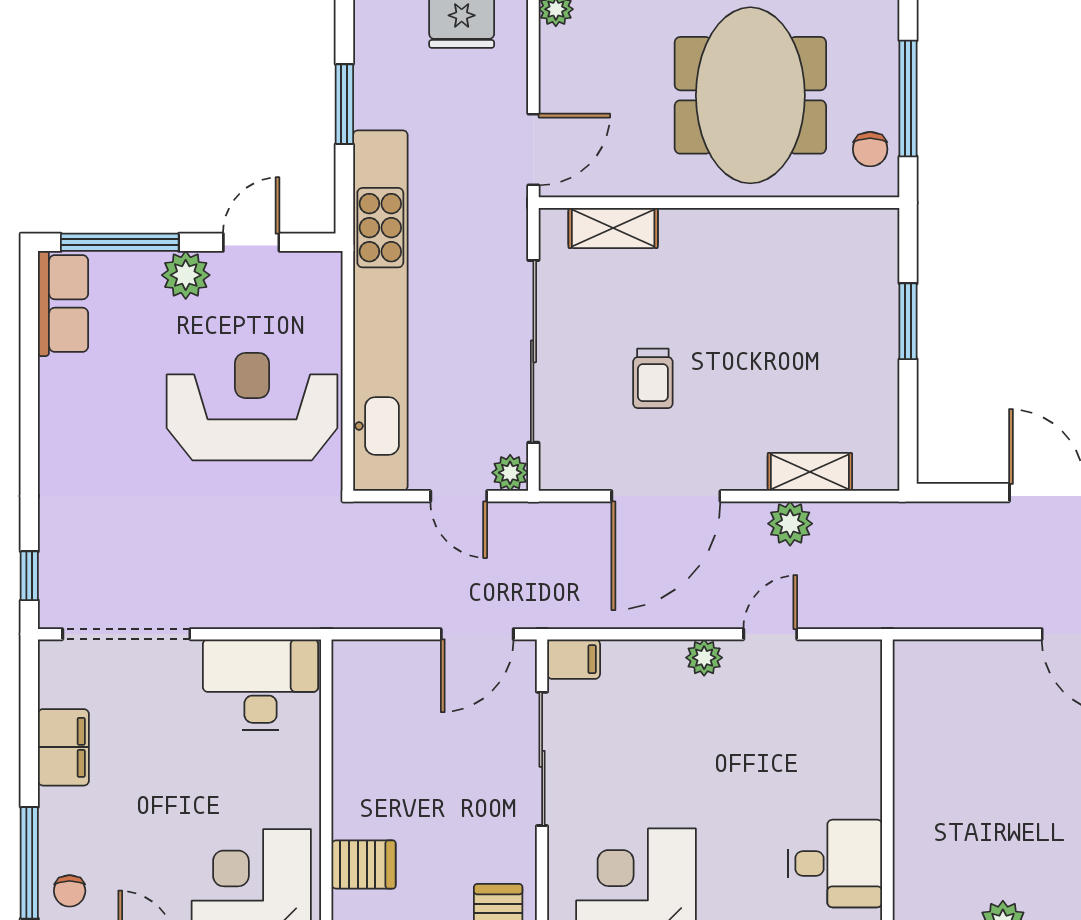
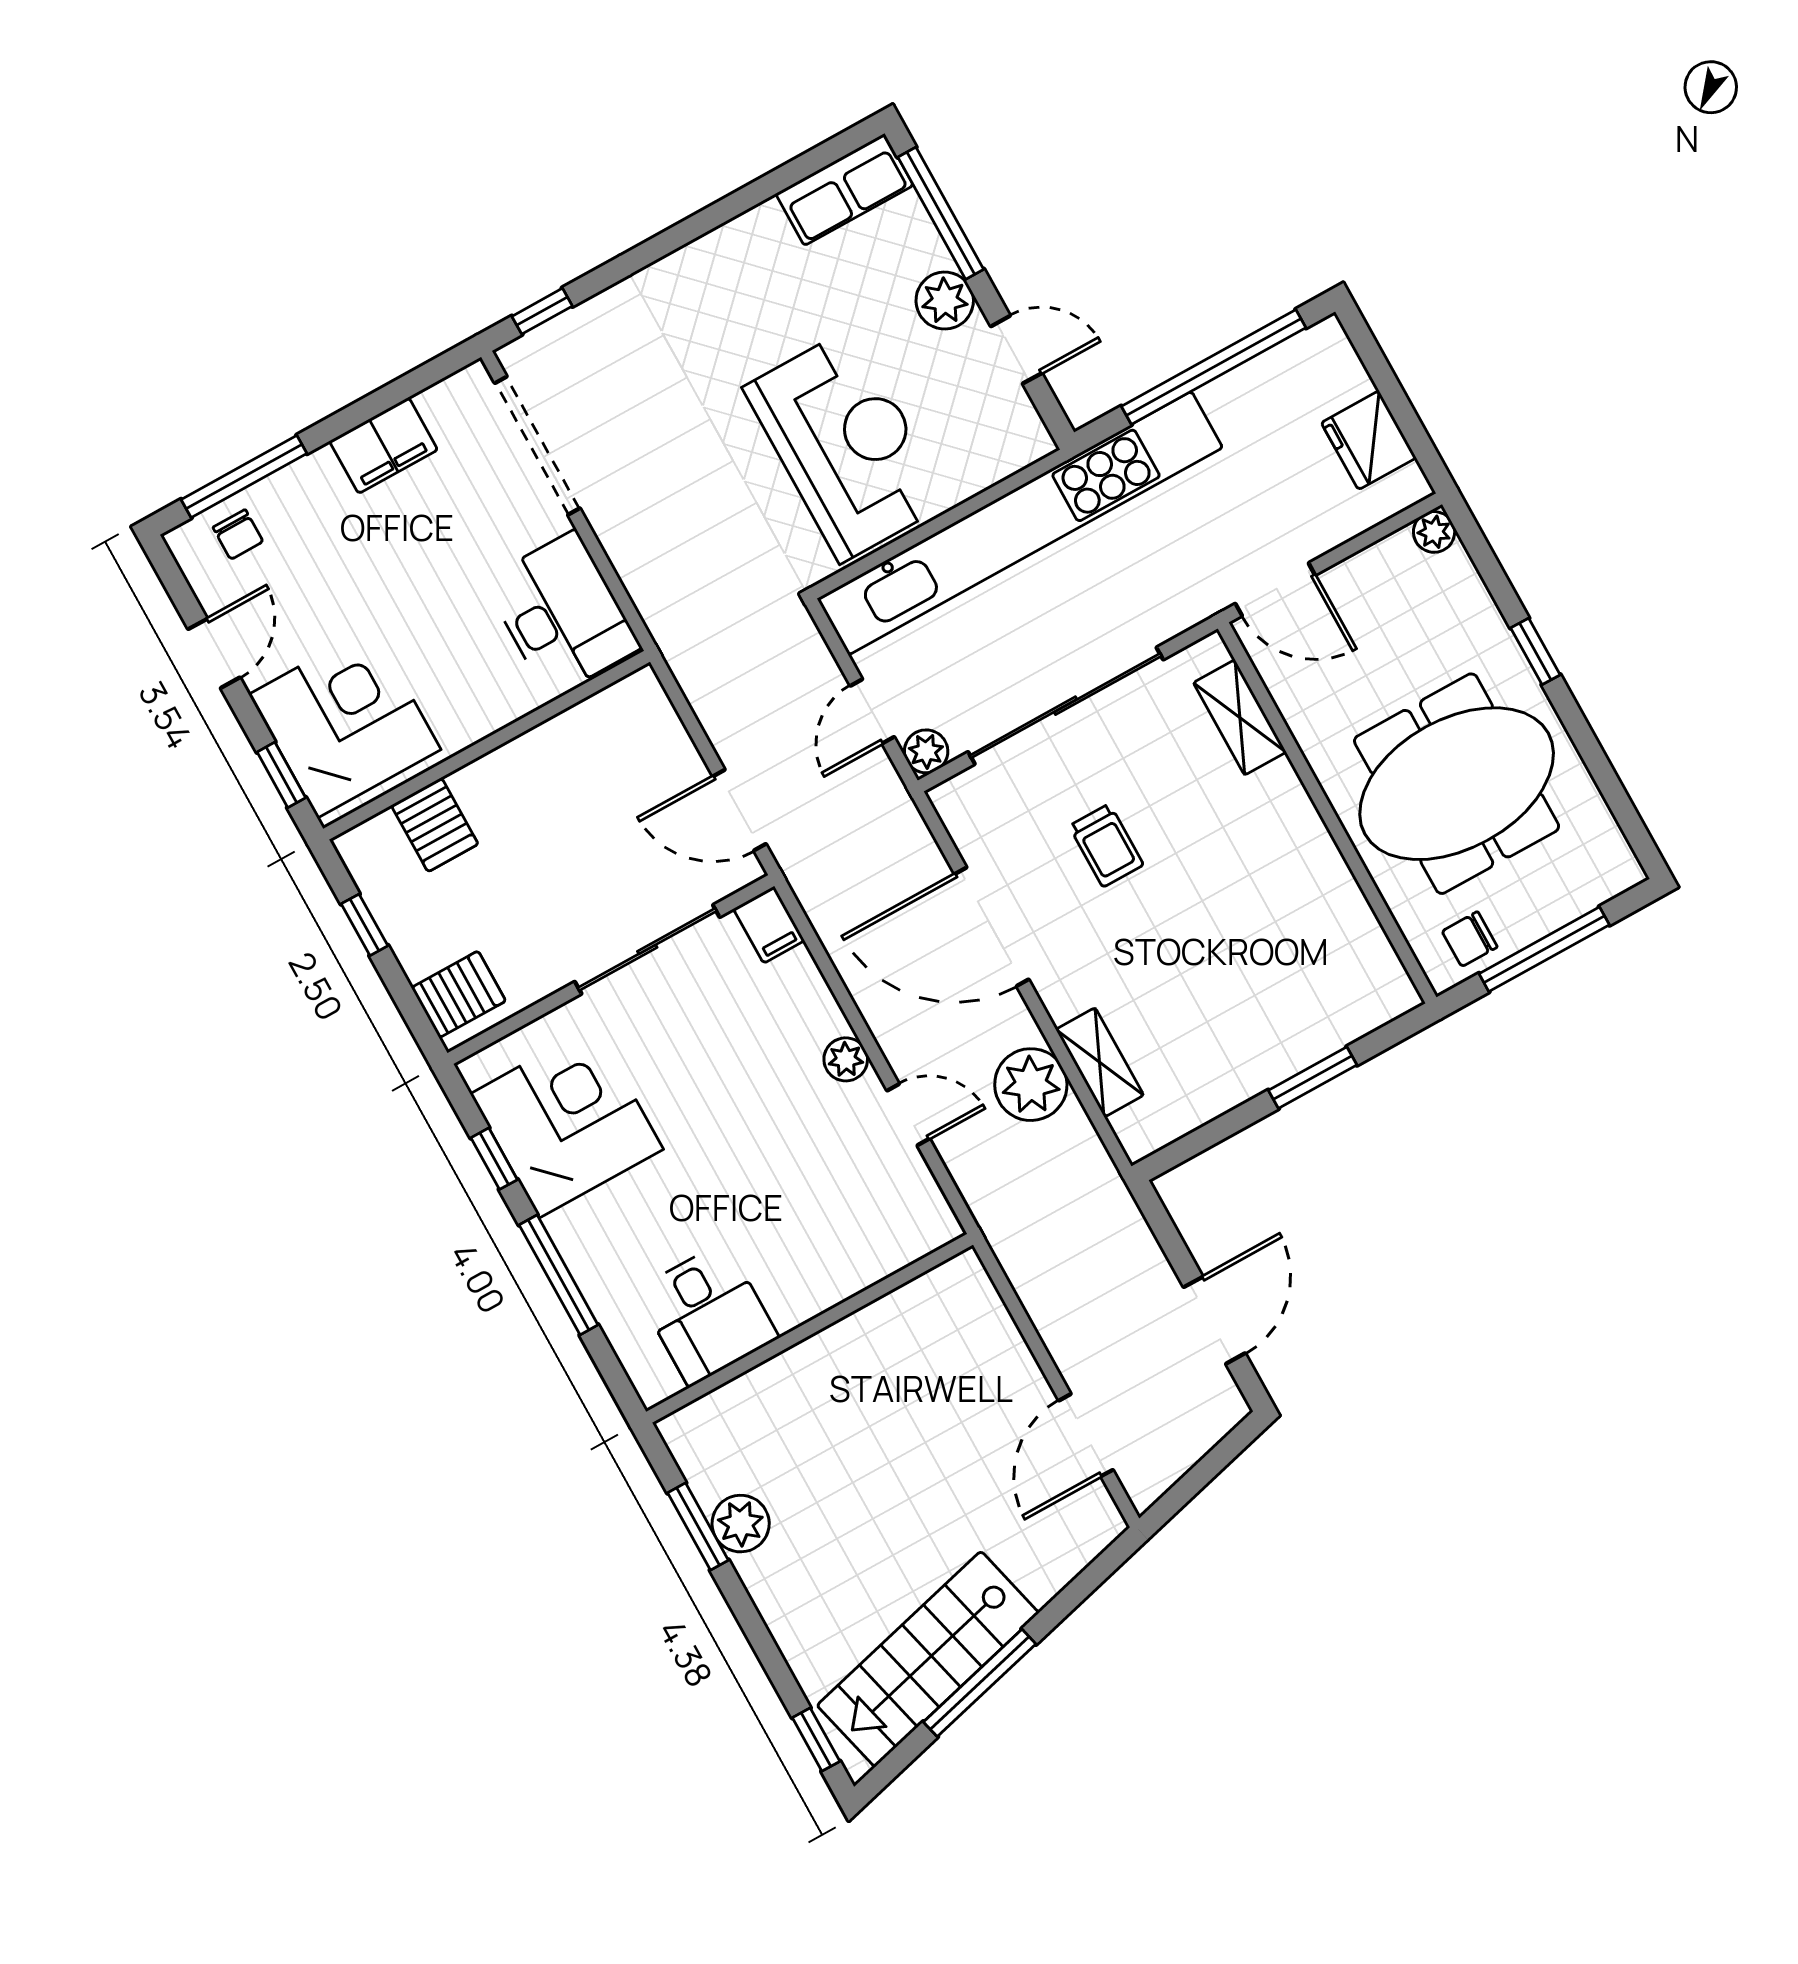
window: (344, 104) -> (1214, 367), width x2.11
trolley: (653, 378) -> (1106, 845), turned -90
plant: (790, 524) -> (1031, 1085), width x1.36, depth x1.36
chair: (70, 891) -> (238, 534), turned -90

